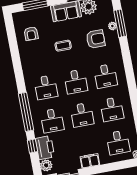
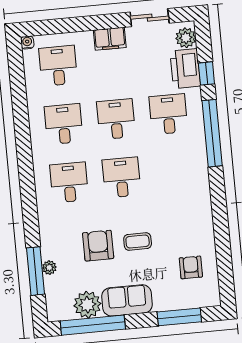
armchair: (96, 39) -> (98, 246), moved, turned 90
desk: (46, 87) -> (174, 173), removed

